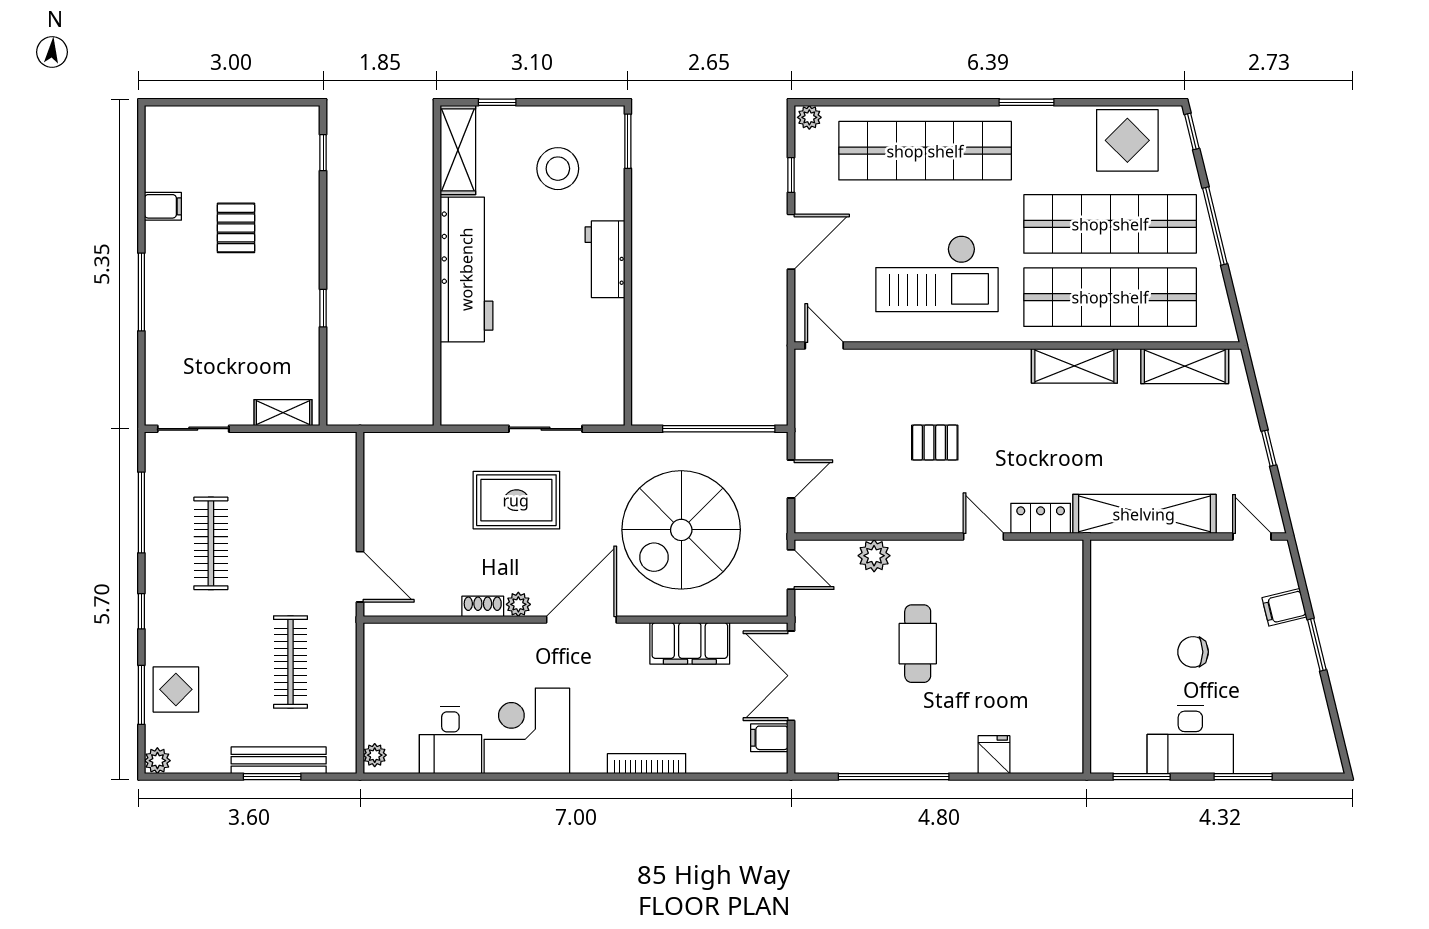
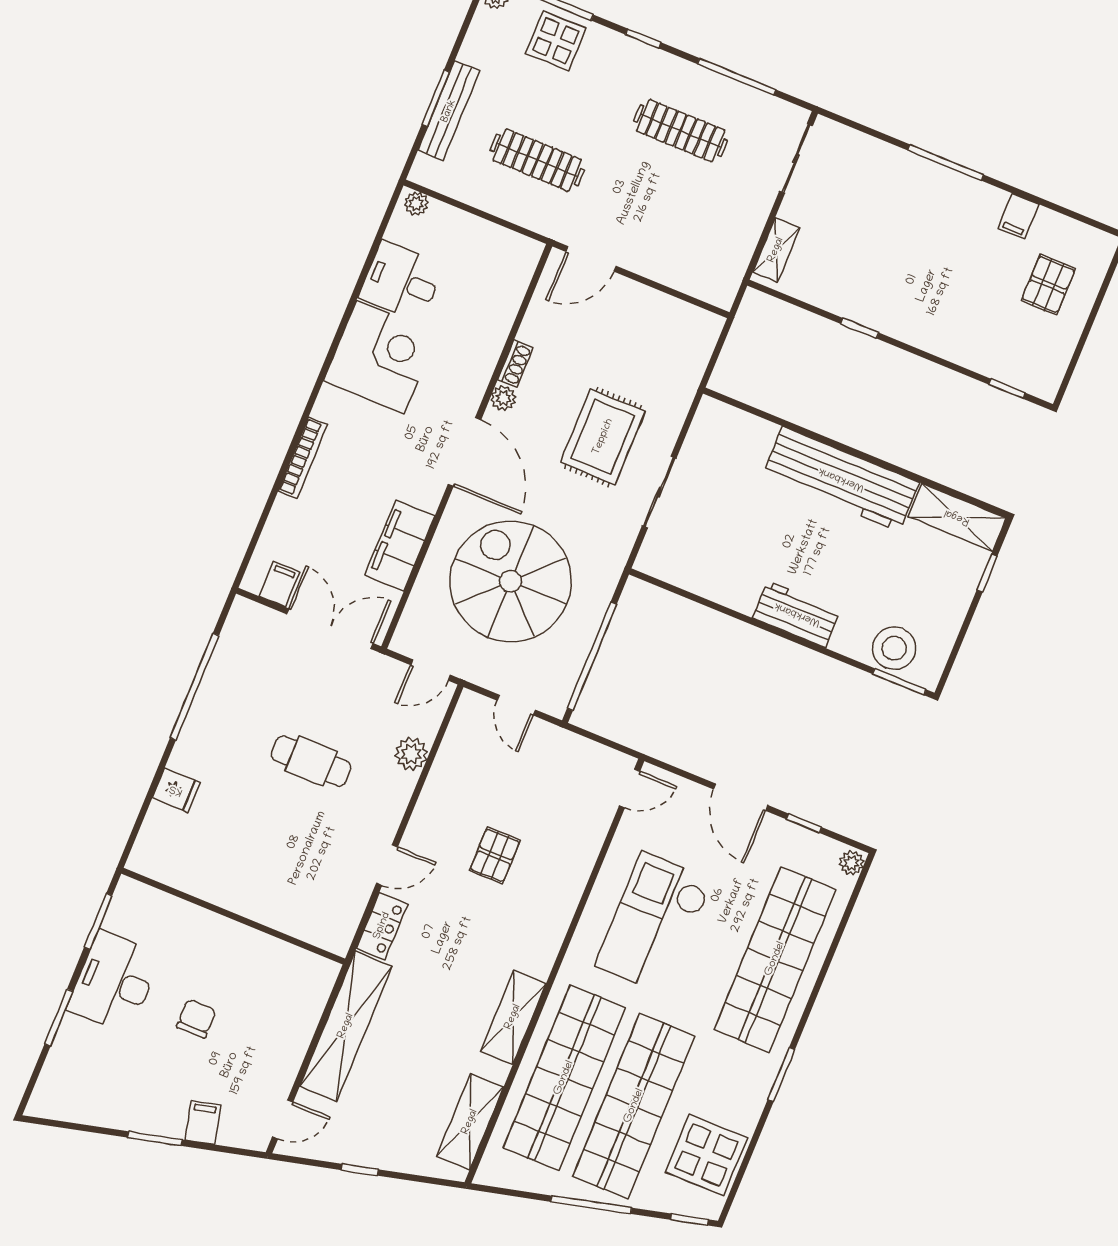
stool: (558, 169) -> (894, 648), moved
pallet: (236, 228) -> (1048, 284), moved, turned 90

